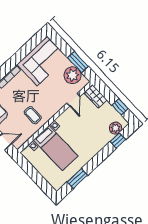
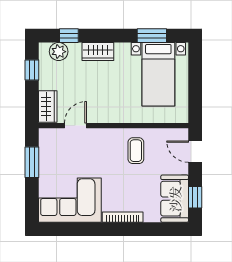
plant: (73, 75) -> (51, 153), removed
wardrobe: (96, 146) -> (98, 51), added
bed with nightstands: (56, 148) -> (158, 74), moved, turned 180

